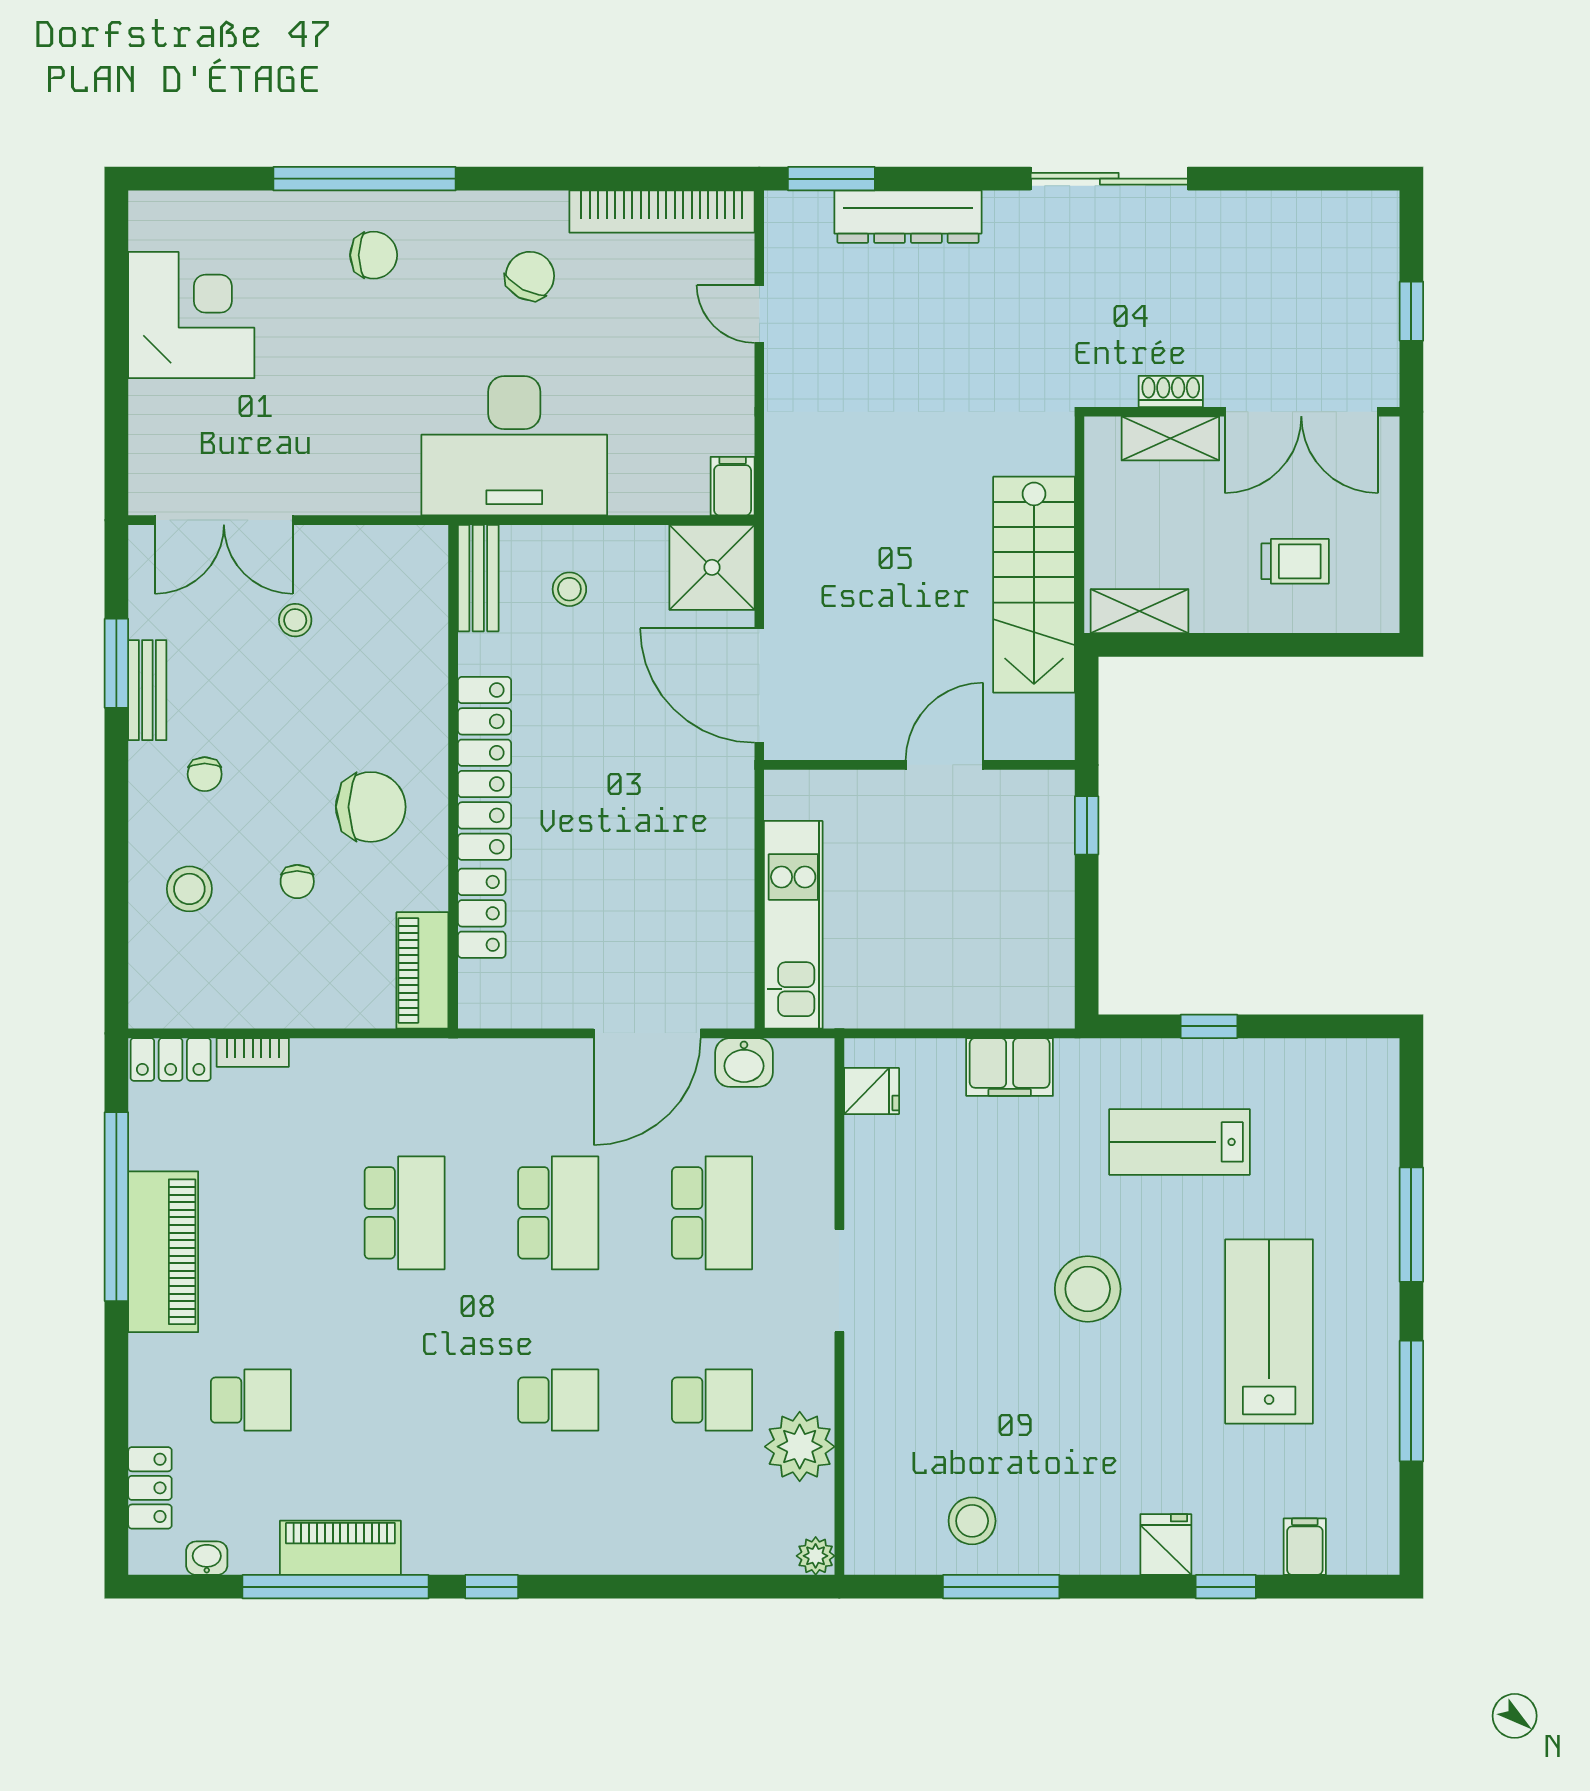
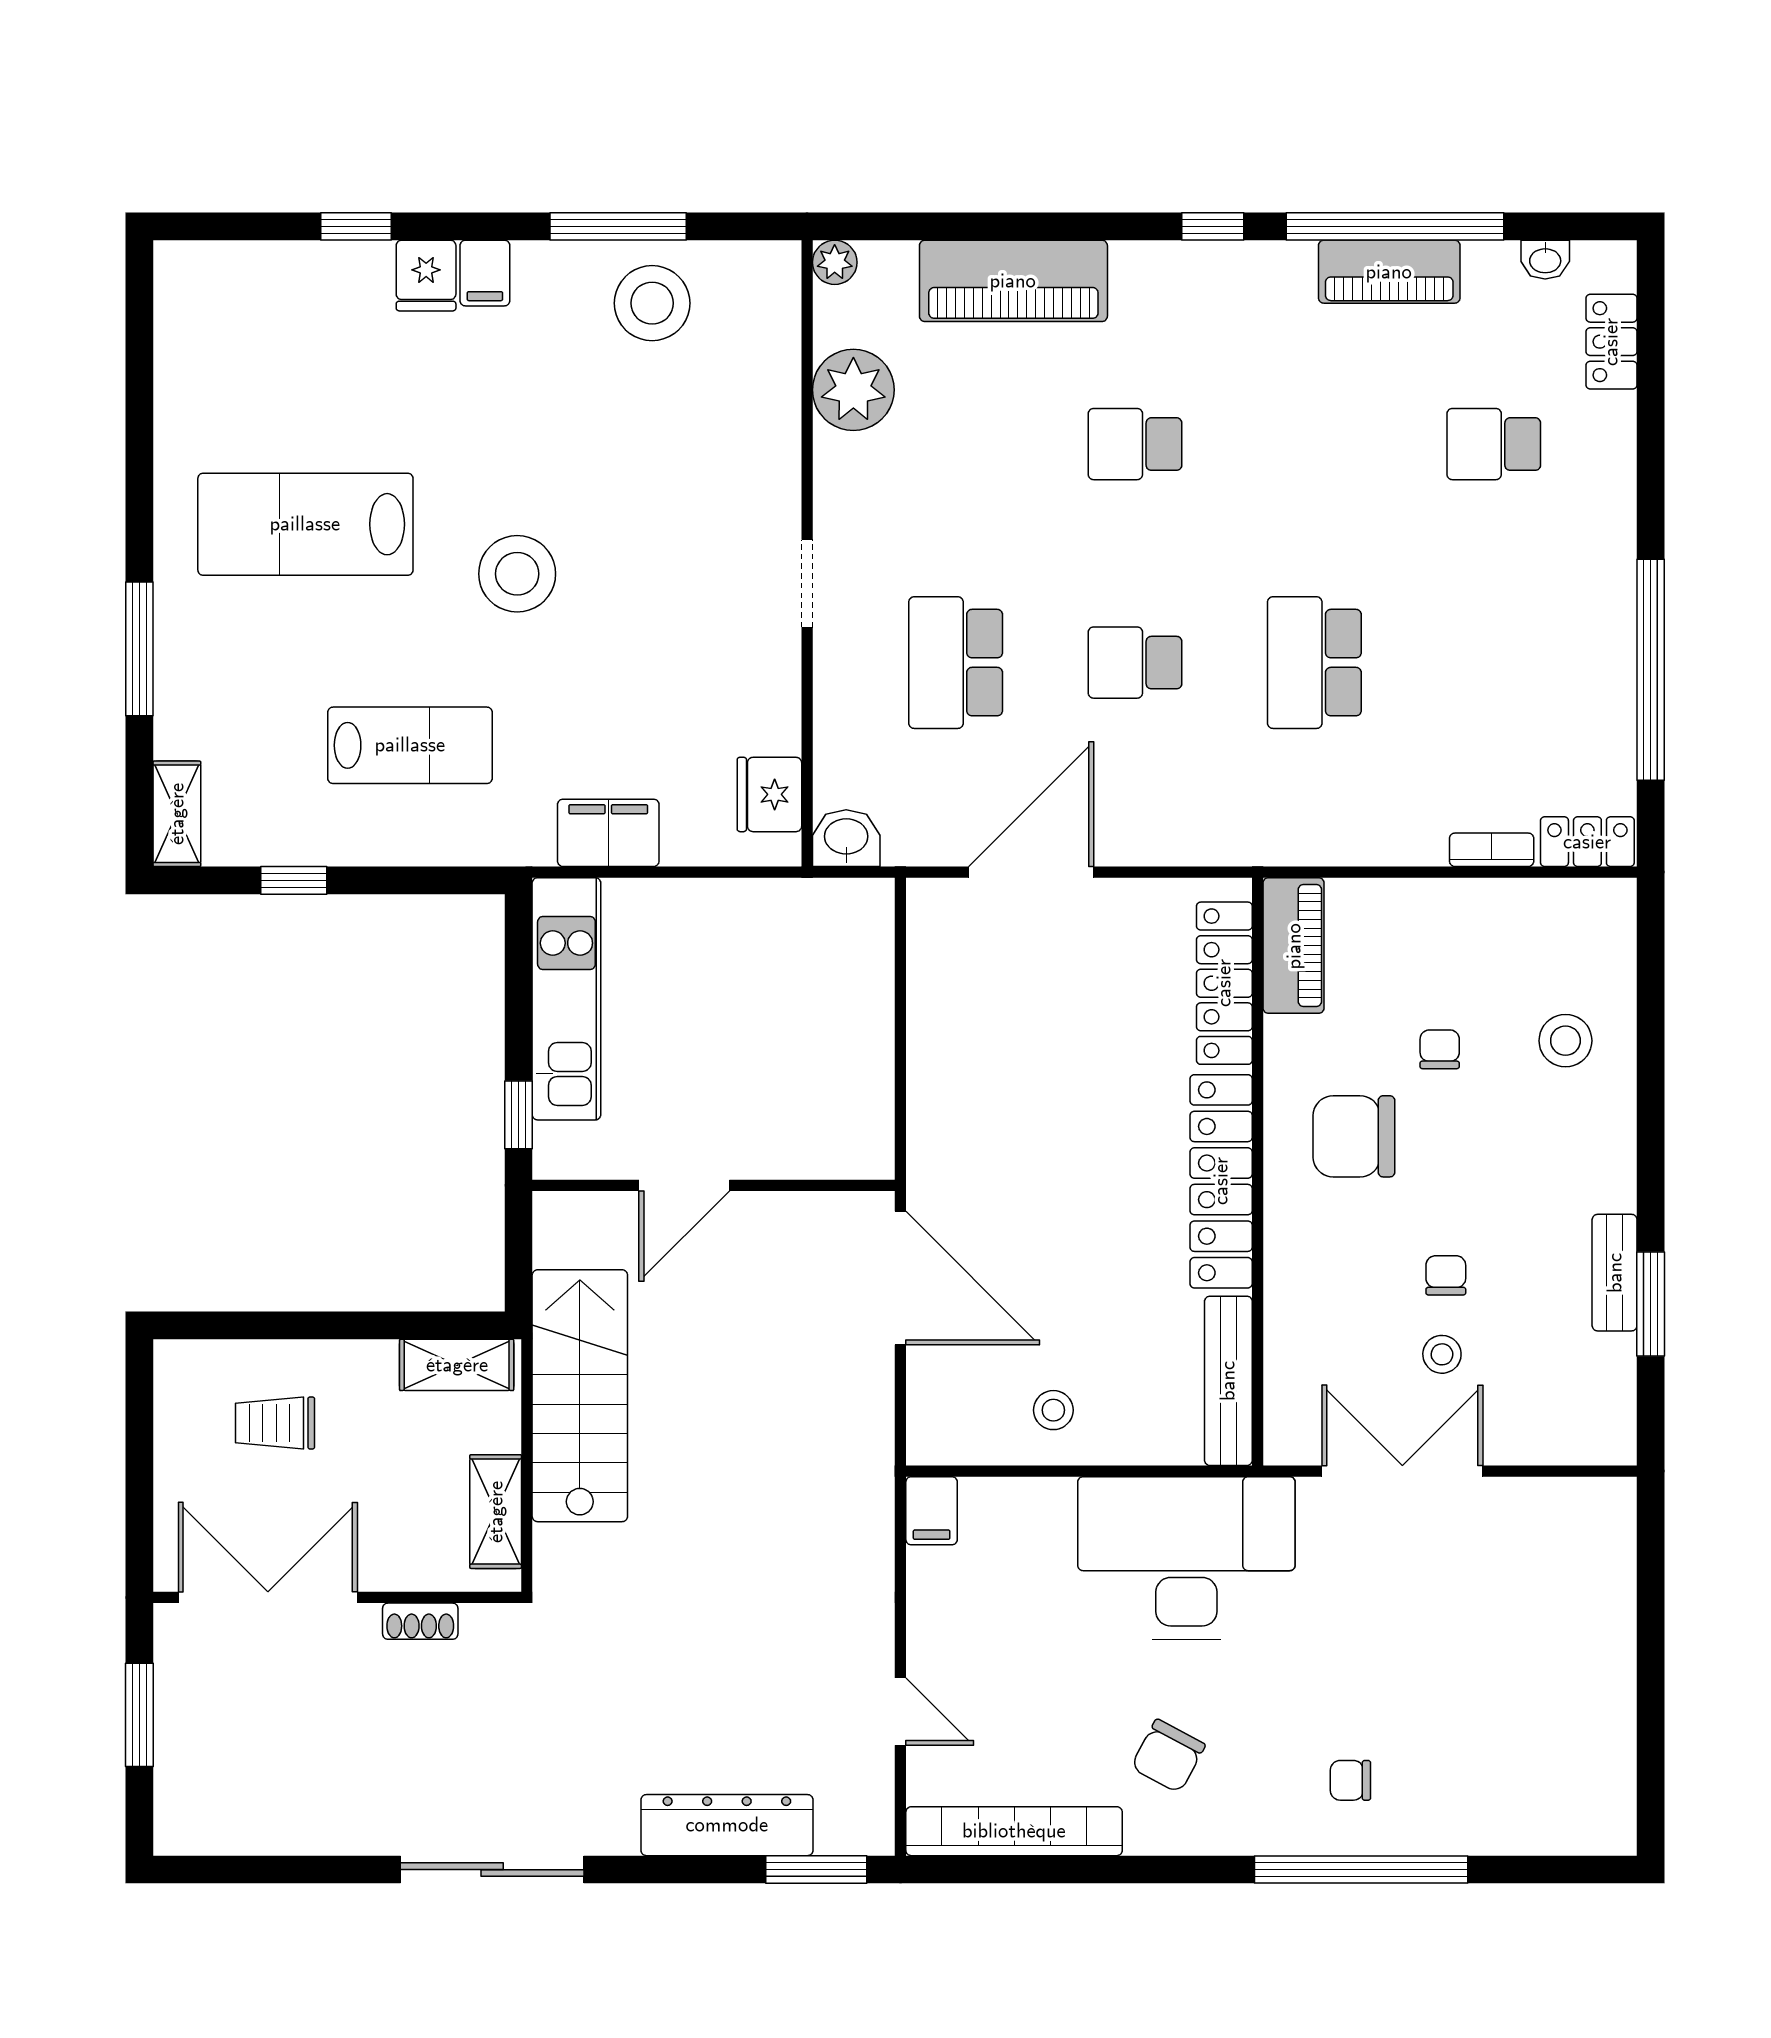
chair: (374, 255) -> (1350, 1780), width x0.73, depth x0.73
window: (1411, 311) -> (139, 1715), width x1.50
corner desk: (191, 315) -> (1563, 1710), removed
shelving: (1170, 438) -> (496, 1512), moved, turned 90
double door: (224, 520) -> (1402, 1471), moved
shower: (712, 567) -> (956, 1416), removed
bench: (478, 578) -> (1228, 1381), width x1.36
stool: (569, 589) -> (1053, 1410), moved
chair: (205, 774) -> (1446, 1275), moved
locker: (482, 913) -> (1224, 983), width x1.53
kitchen unit: (793, 925) -> (566, 999), moved, turned 180
window: (1209, 1026) -> (294, 880), moved
washbasin: (744, 1062) -> (846, 838), moved
shelving: (1379, 1083) -> (177, 814), added
fridge: (872, 1091) -> (769, 794), width x1.38
school desk: (558, 1213) -> (1135, 663), width x0.54
piano: (163, 1252) -> (1013, 281), moved, turned -90
doorway: (839, 1281) -> (807, 583), width x0.73
lab bench: (1269, 1331) -> (305, 524), turned 90
school desk: (712, 1400) -> (956, 444), removed
window: (1411, 1401) -> (139, 443), removed
stool: (972, 1521) -> (652, 303), width x1.38, depth x1.38
filing cabinet: (1305, 1547) -> (485, 273), moved

